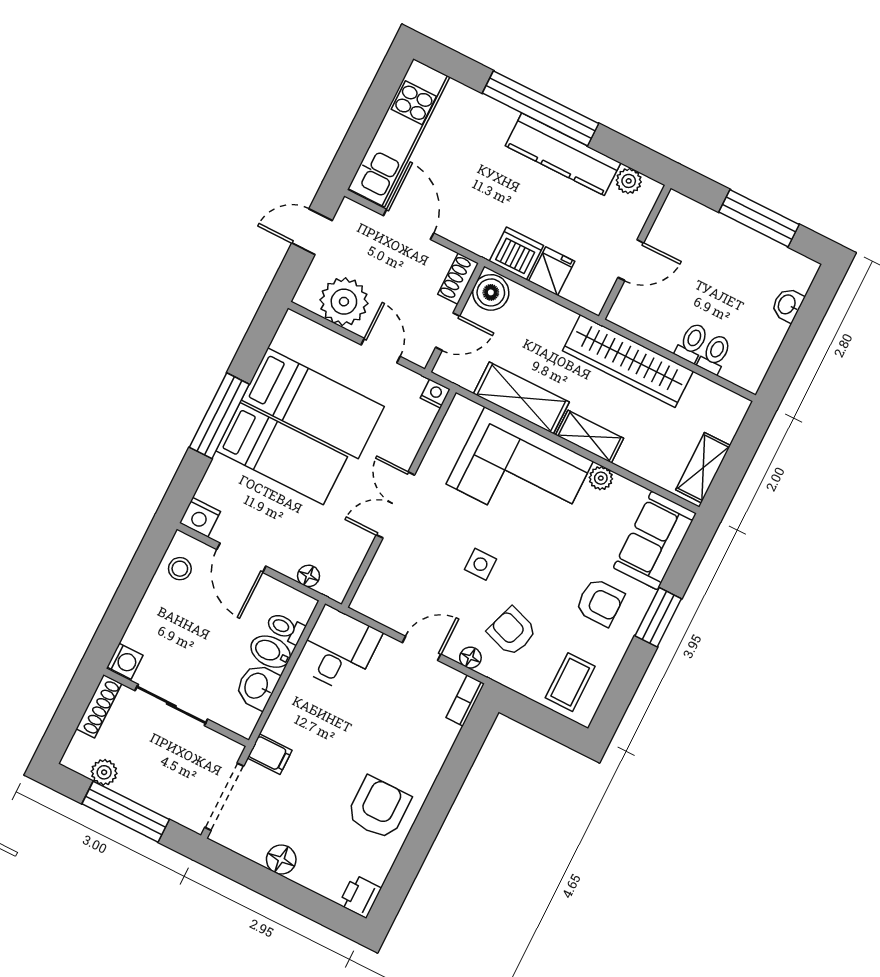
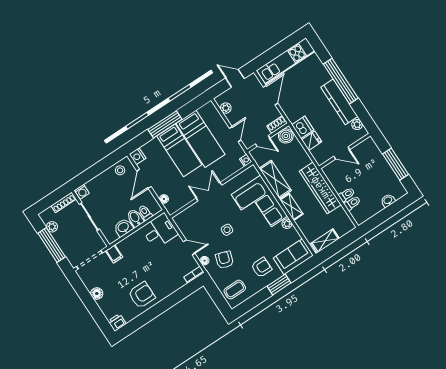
plant: (344, 302) -> (226, 108), width x0.53, depth x0.53
armchair: (600, 602) -> (261, 267), turned -90

